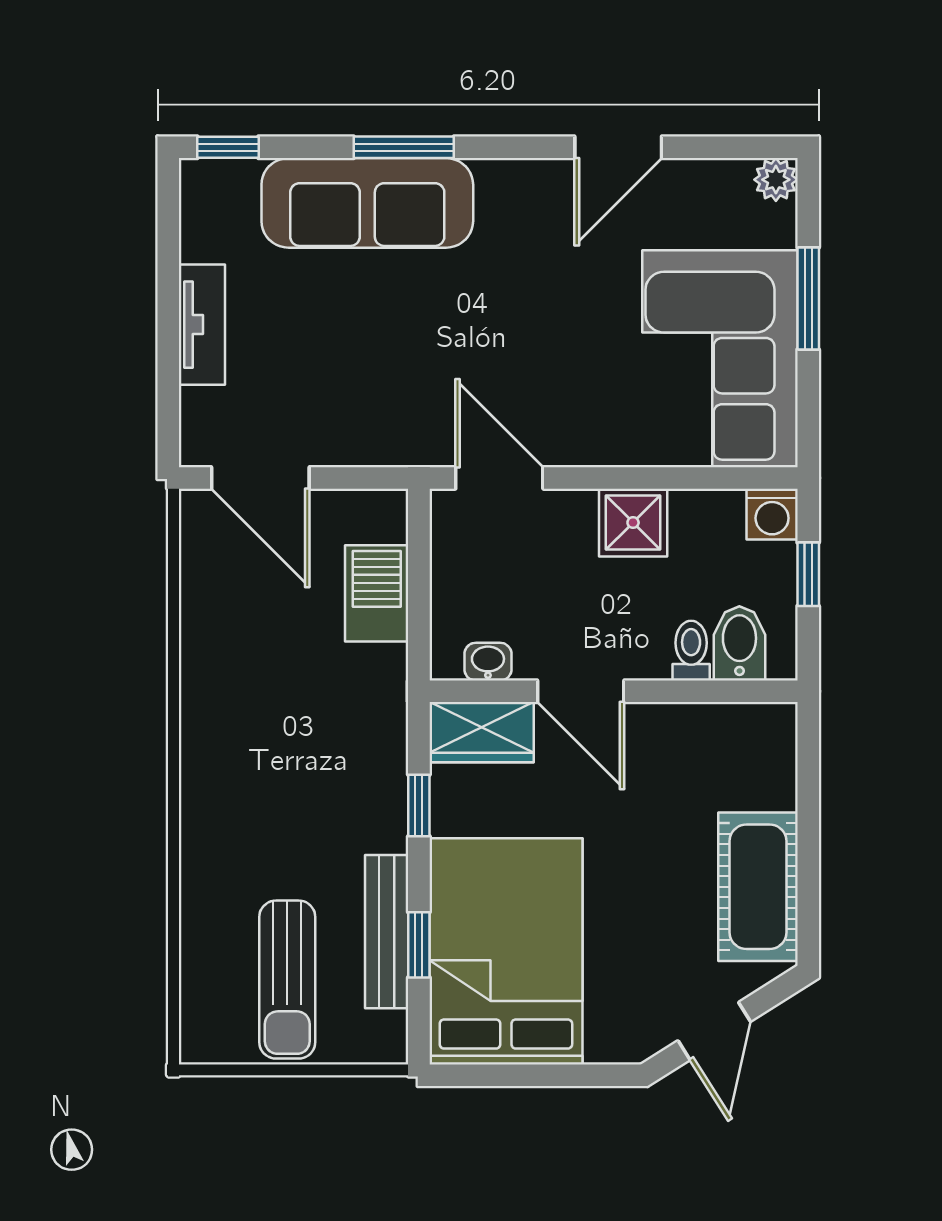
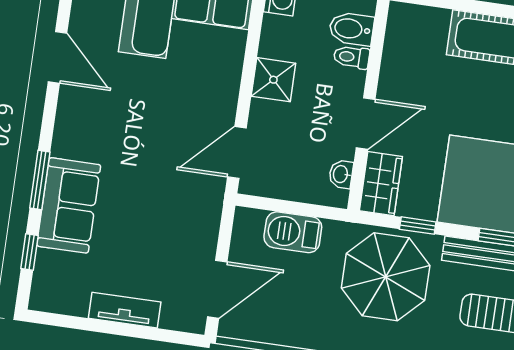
window: (228, 147) -> (29, 252), moved
sofa: (367, 203) -> (69, 205), width x0.73
parasol: (323, 763) -> (386, 277), added

